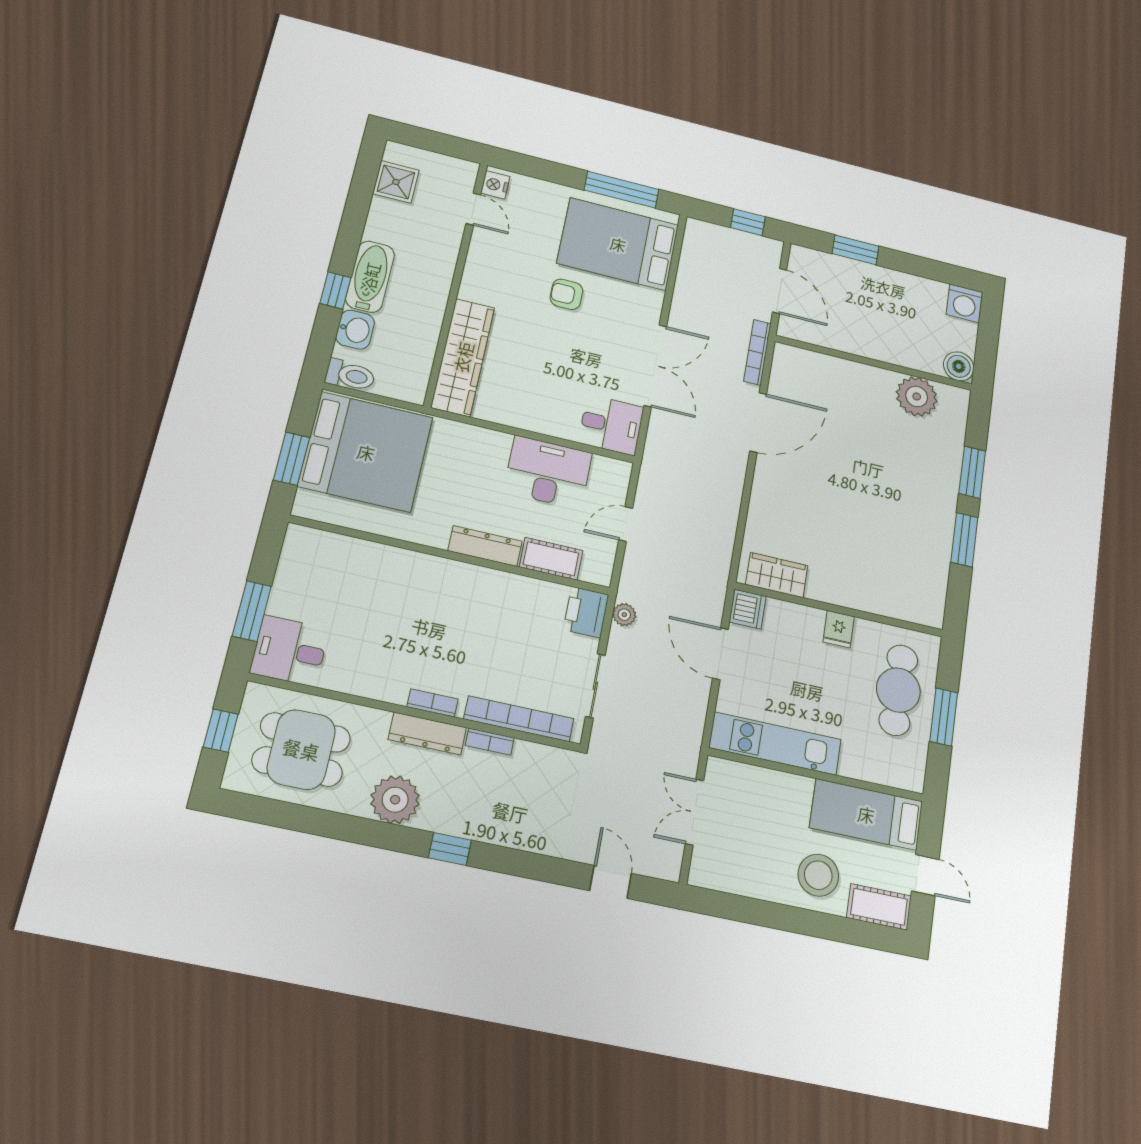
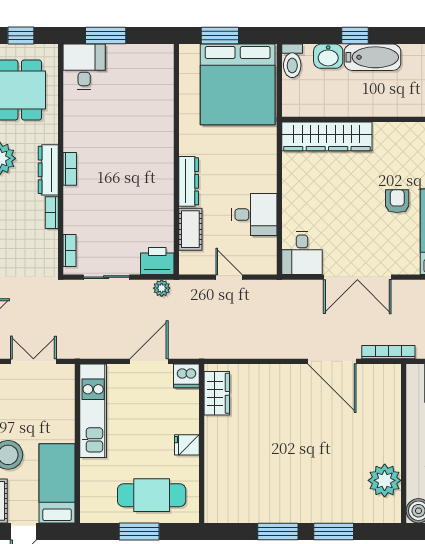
desk: (548, 472) -> (254, 215), width x0.73
bookcase: (519, 719) -> (70, 250), width x0.43, depth x0.76

